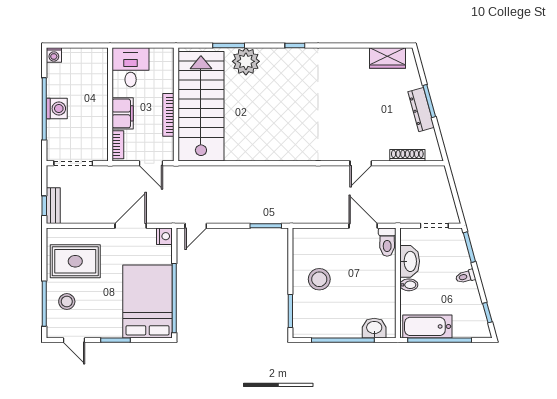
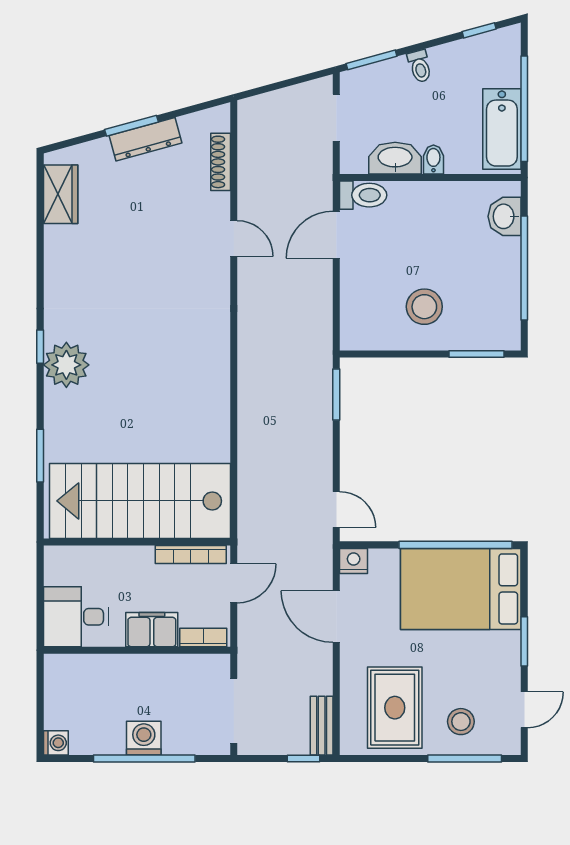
plant: (246, 61) -> (66, 365), moved
bookcase: (168, 115) -> (191, 555), moved
bench: (53, 206) -> (322, 726), moved, turned 90

